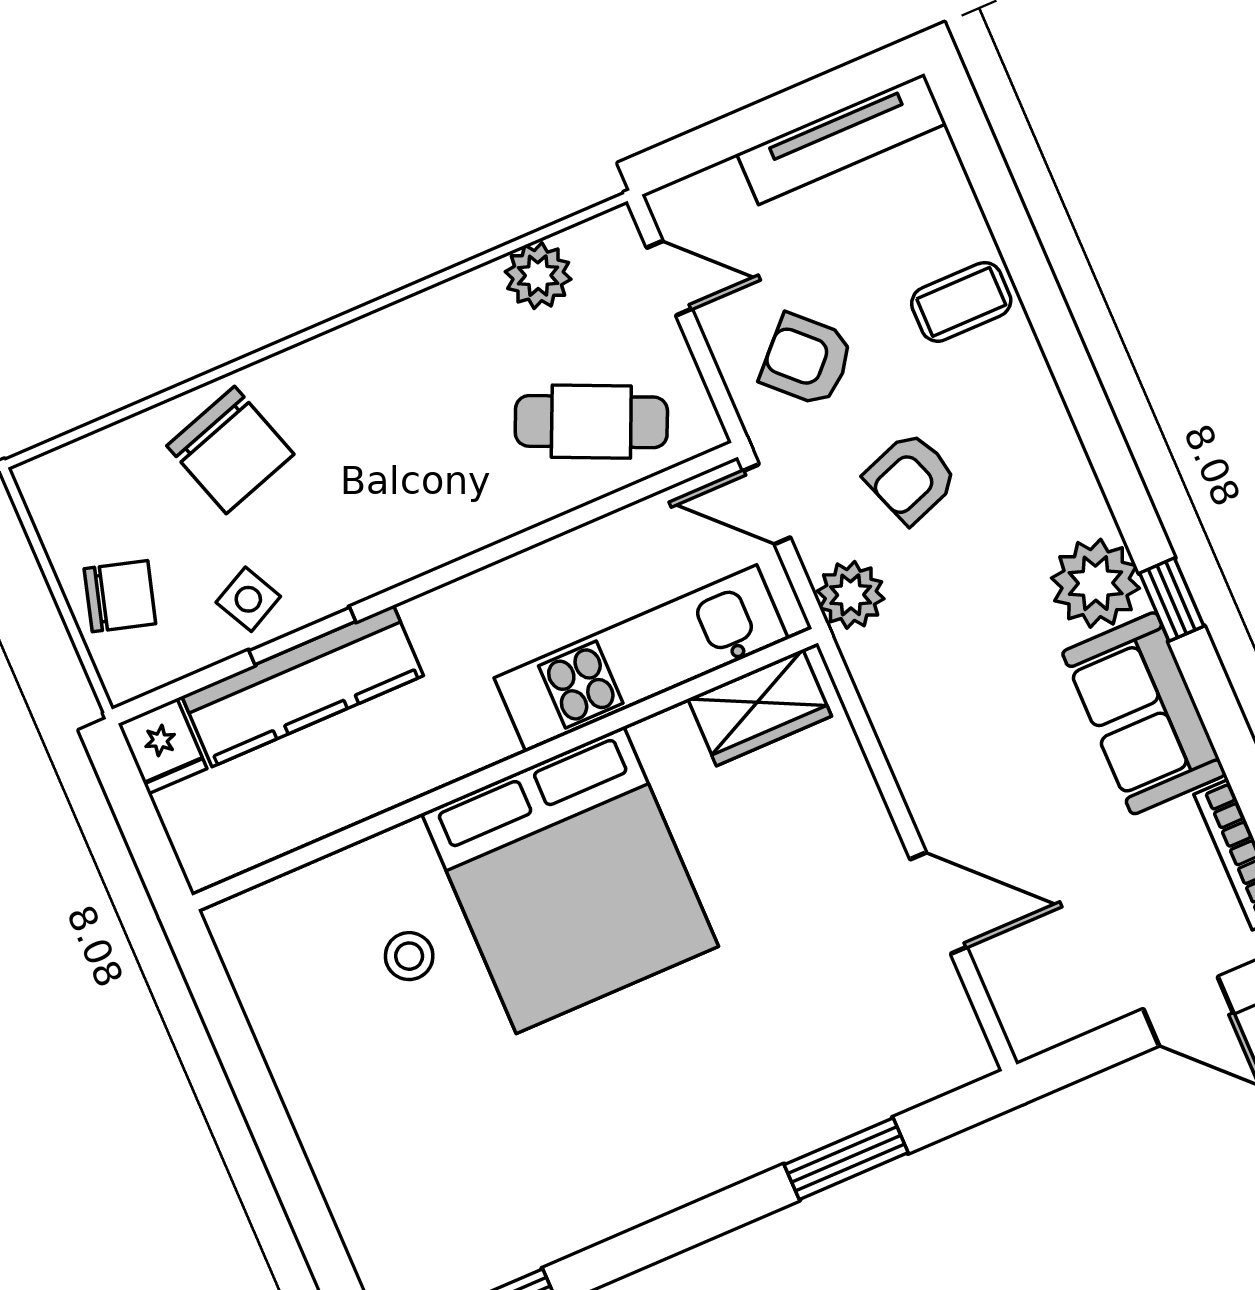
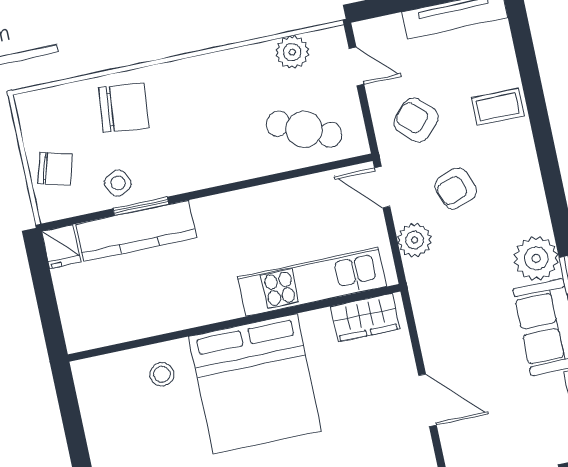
chair: (230, 450) -> (124, 108), turned -66
kitchen unit: (641, 658) -> (312, 282), moved
wardrobe: (760, 708) -> (365, 318), moved
wall: (505, 769) -> (234, 323), moved
bed: (570, 880) -> (255, 384), moved

